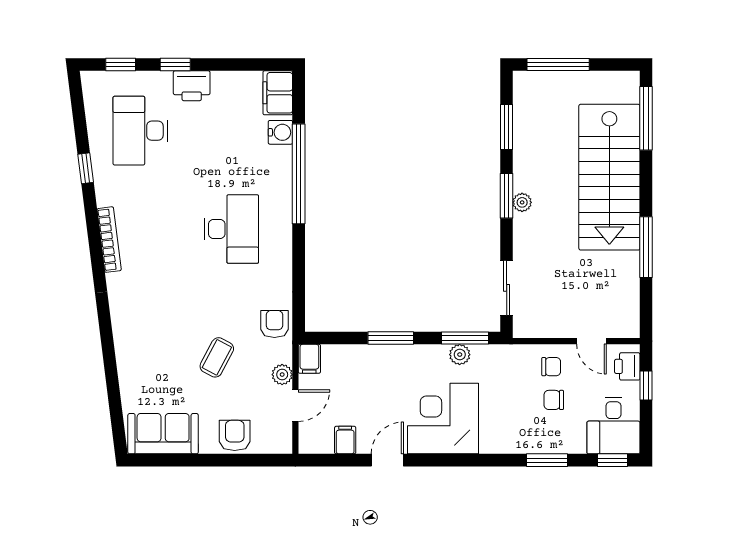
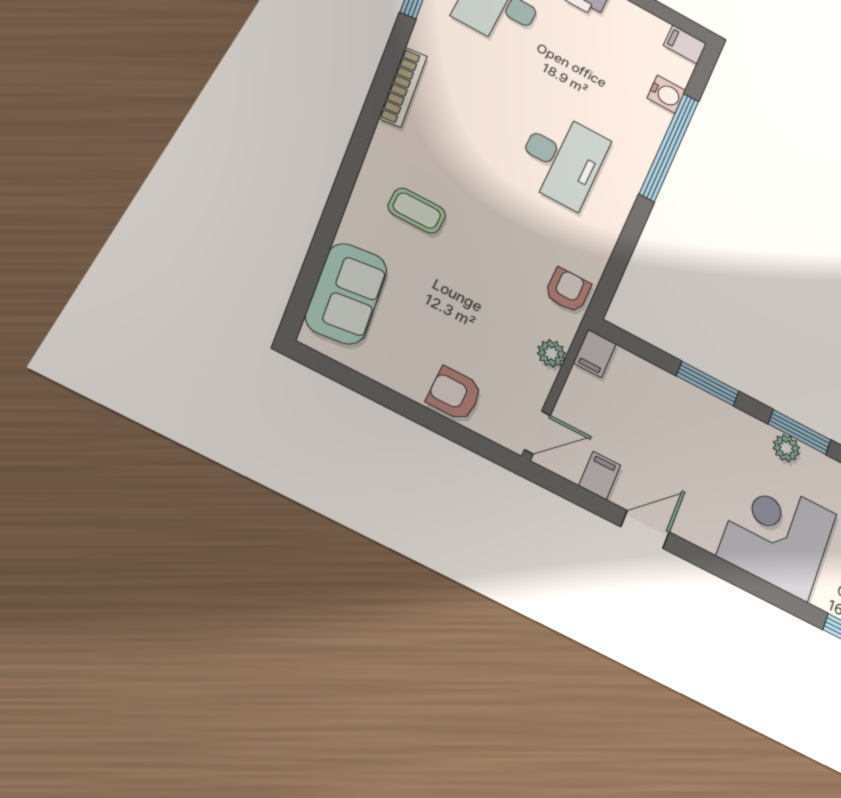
filing cabinet: (278, 93) -> (685, 44), width x0.50
coffee table: (217, 357) -> (417, 211), moved, turned 62
door: (295, 406) -> (537, 433), moved
corner desk: (443, 418) -> (777, 535), moved
sofa: (163, 434) -> (346, 293), moved, turned 83
armchair: (235, 435) -> (454, 394), turned -90

